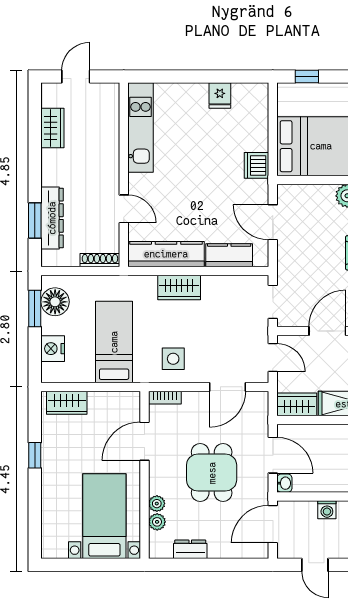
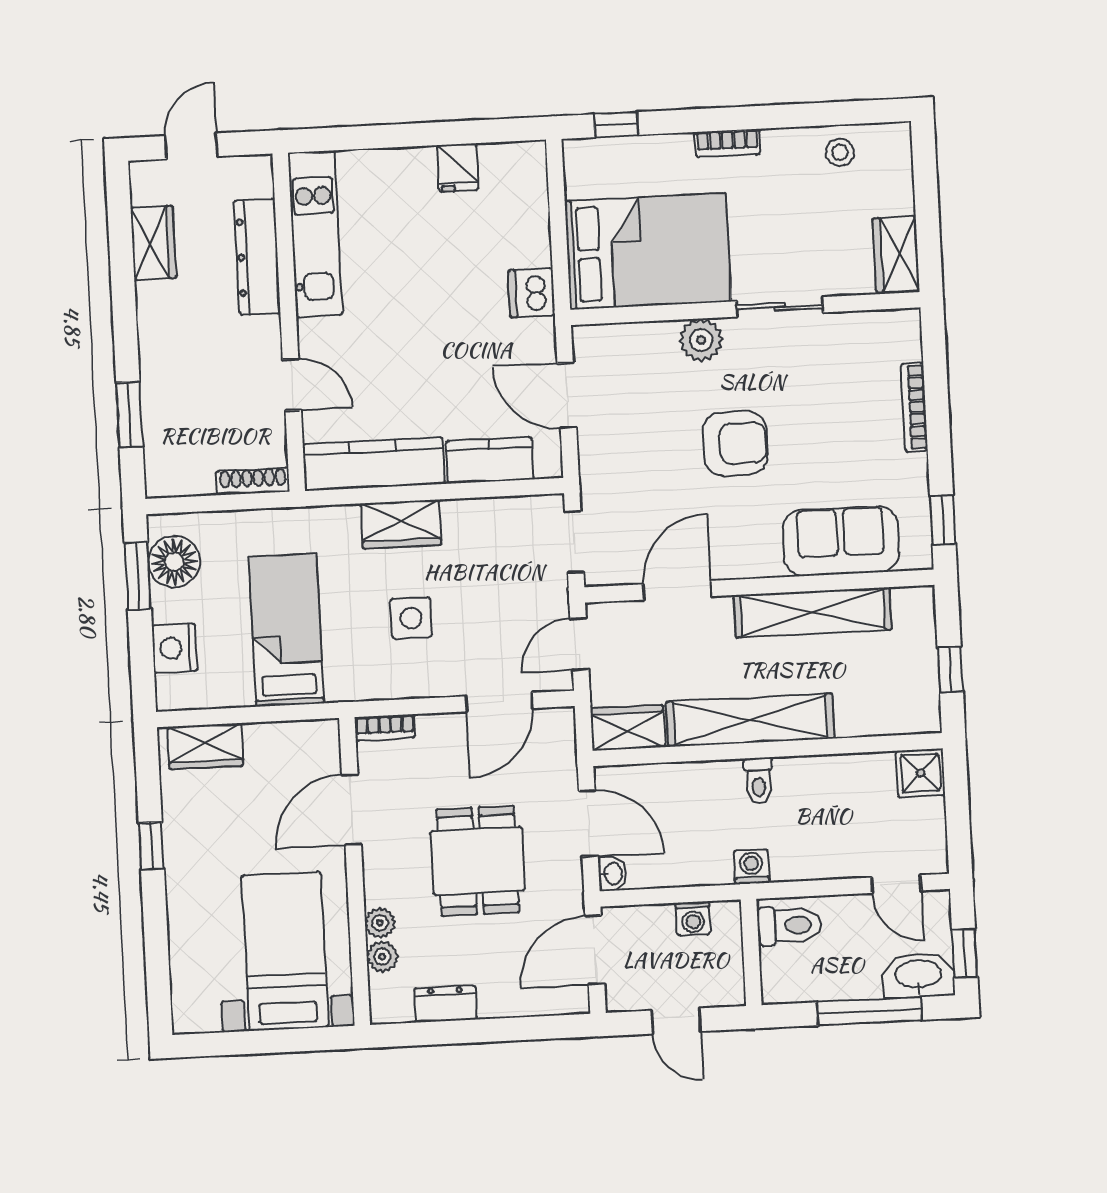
dresser: (52, 218) -> (257, 257), moved, turned 180
door: (273, 358) -> (579, 644), swing flipped
side table: (173, 359) -> (411, 618), moved

